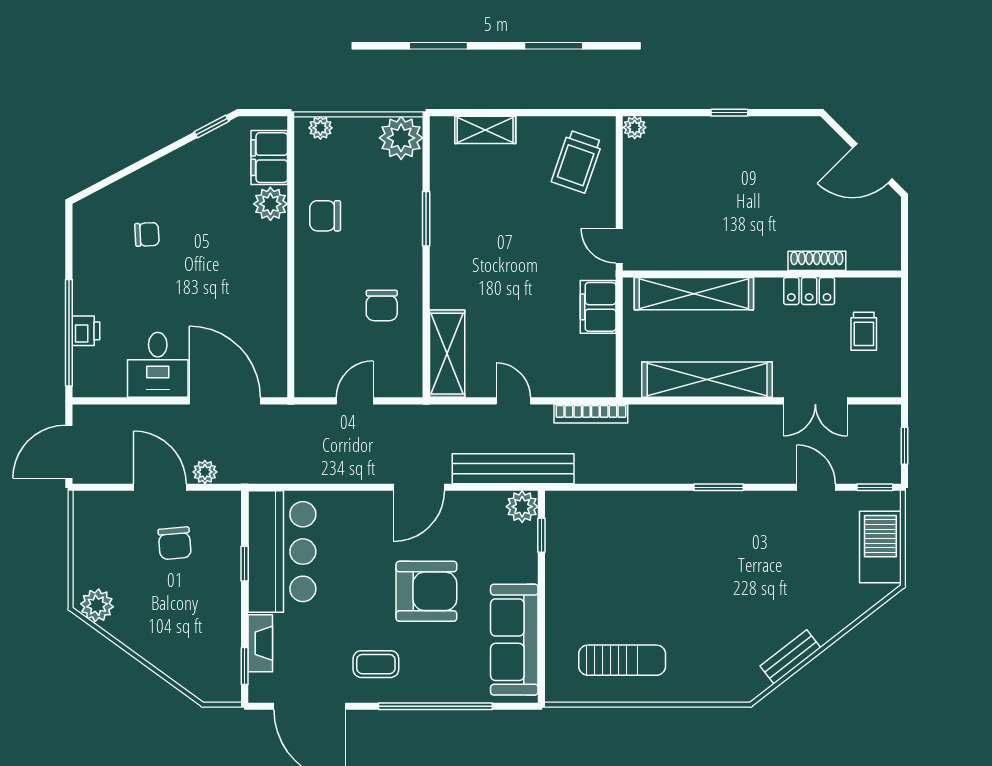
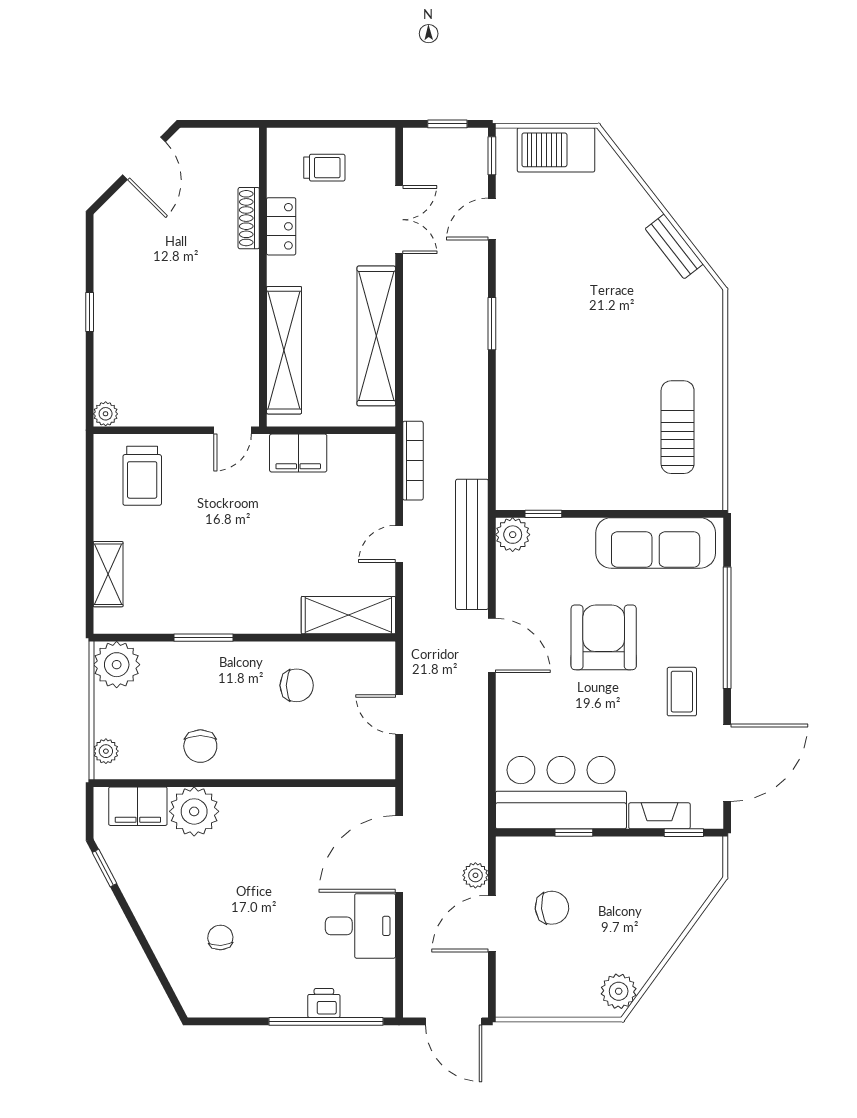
trolley: (577, 162) -> (142, 476), turned 71
plant: (270, 204) -> (194, 811), width x1.36, depth x1.36

